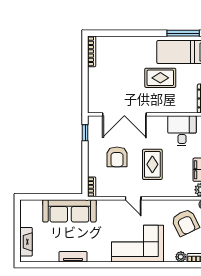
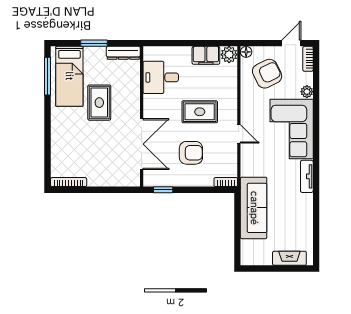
door: (133, 198) -> (239, 134), hinge flipped
tv unit: (73, 257) -> (307, 176), moved
plant: (181, 257) -> (307, 92), moved

